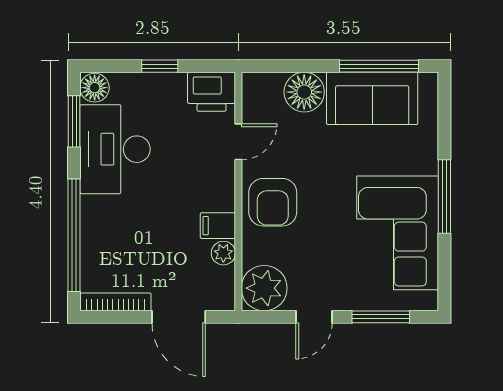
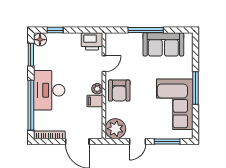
window: (160, 66) -> (55, 30), moved
window: (379, 66) -> (146, 30), moved
floor lamp: (304, 92) -> (133, 42), removed
desk: (115, 149) -> (49, 90), moved
plant: (223, 253) -> (97, 89), moved

